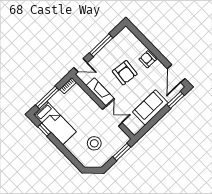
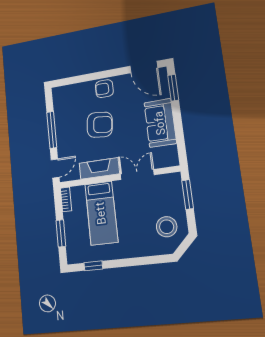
window: (47, 97) -> (61, 233), width x0.69
bed: (55, 123) -> (101, 213), moved, turned 90
stool: (94, 143) -> (167, 227), moved

